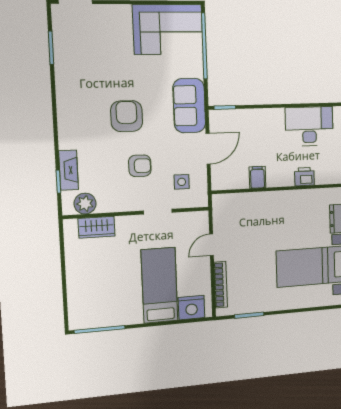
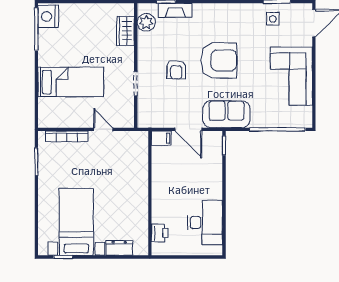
corner sofa: (168, 29) -> (291, 76), moved
armchair: (127, 116) -> (219, 60), width x1.36, depth x1.36
filing cabinet: (257, 177) -> (161, 138), moved
printer: (304, 177) -> (160, 233), moved
side table: (182, 182) -> (273, 19), moved
nightstand: (192, 308) -> (48, 16), moved

